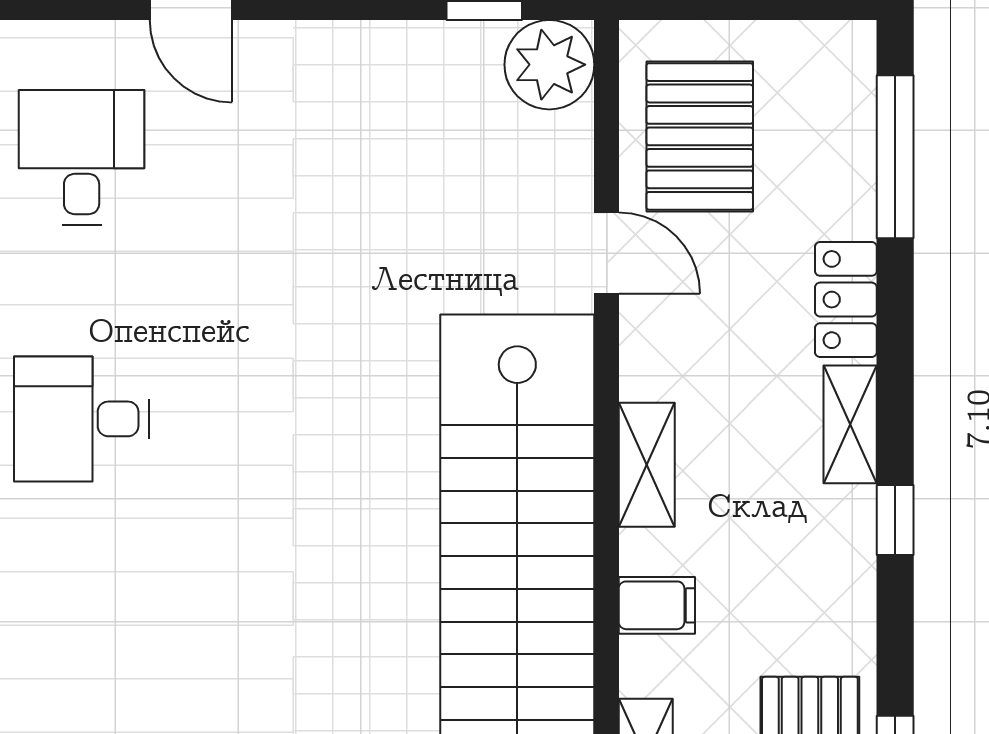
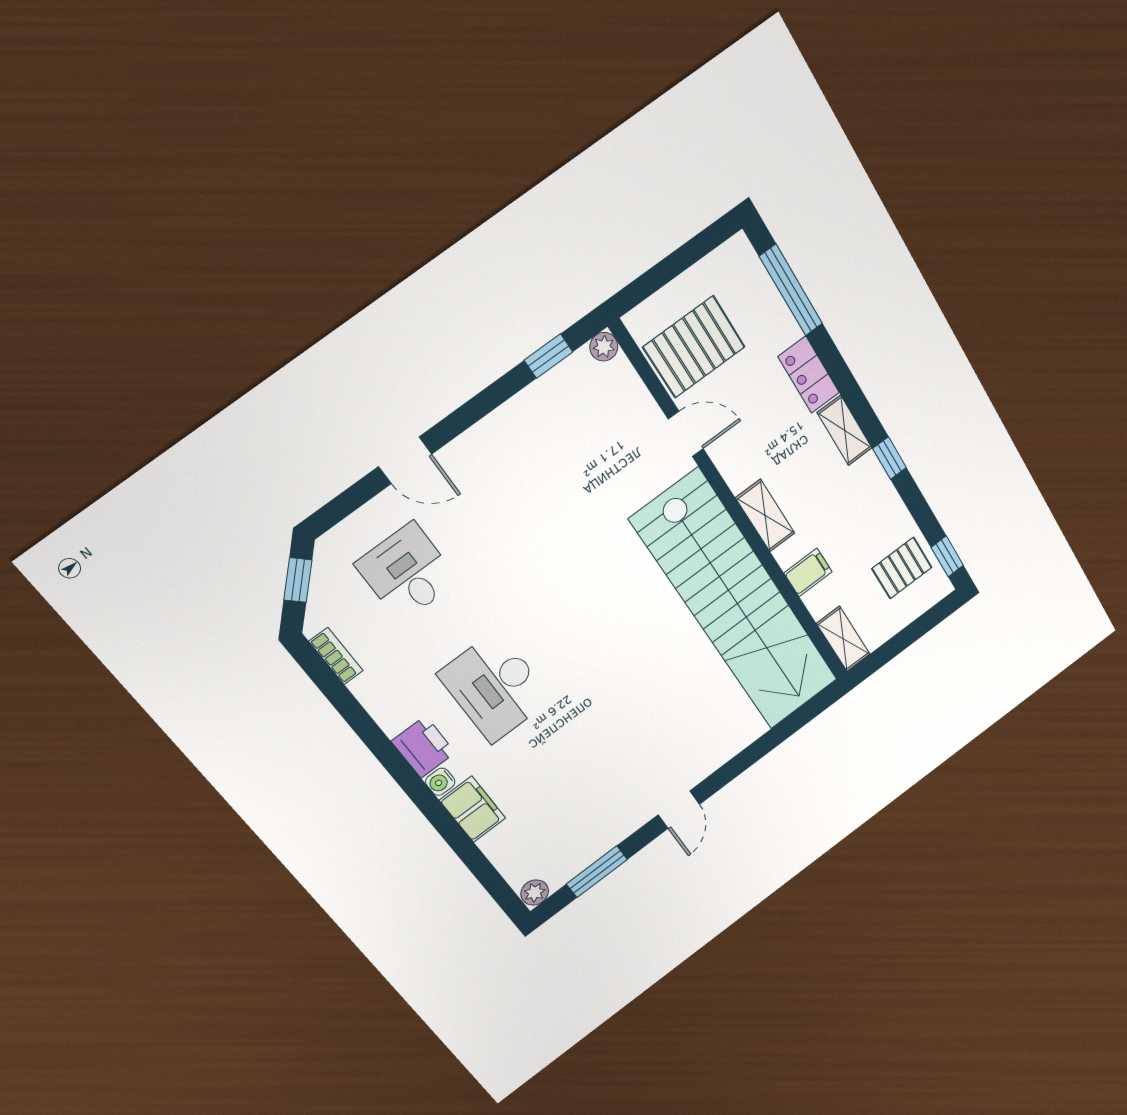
plant: (549, 65) -> (604, 347), width x0.53, depth x0.53
pallet: (700, 136) -> (694, 347), turned 90
desk: (82, 419) -> (495, 687), width x1.37

